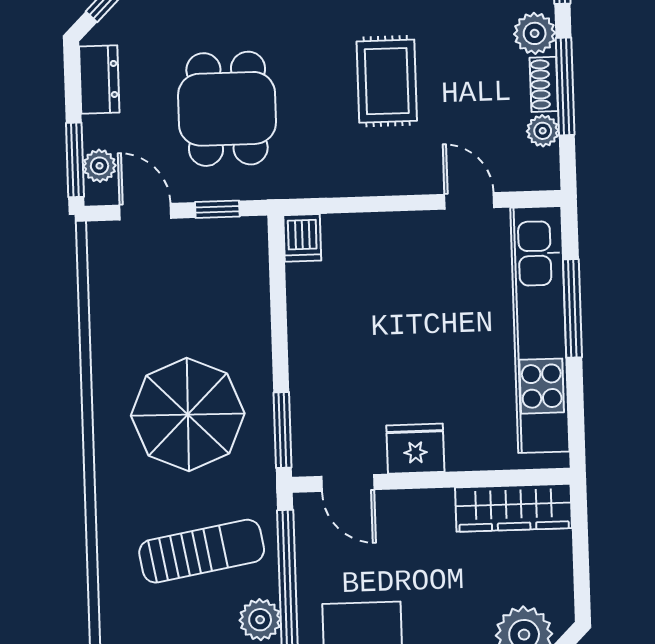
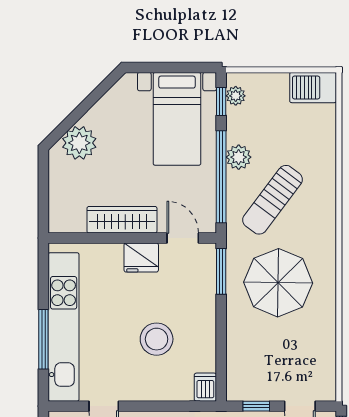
stool: (386, 315) -> (157, 339), added
wardrobe: (514, 508) -> (122, 220), moved
sun lounger: (202, 551) -> (273, 200), turned -43

